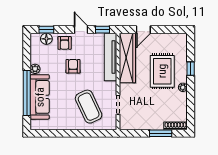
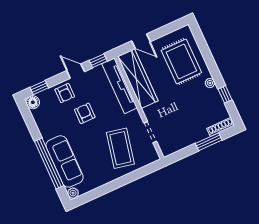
door: (143, 30) -> (141, 41), hinge flipped
floor lamp: (46, 39) -> (33, 102), moved
plant: (35, 69) -> (73, 193), moved
window: (191, 69) -> (225, 94), moved
rug: (162, 71) -> (181, 61), moved
coffee table: (89, 107) -> (120, 148), turned 37

